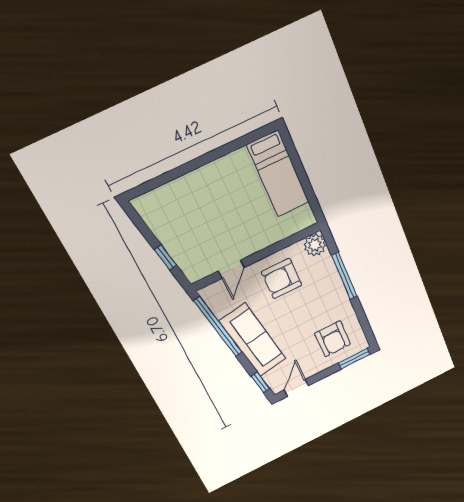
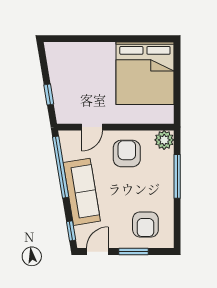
bed: (278, 174) -> (145, 73), width x2.04
armchair: (282, 279) -> (127, 153), turned 90
window: (354, 359) -> (133, 252), moved

